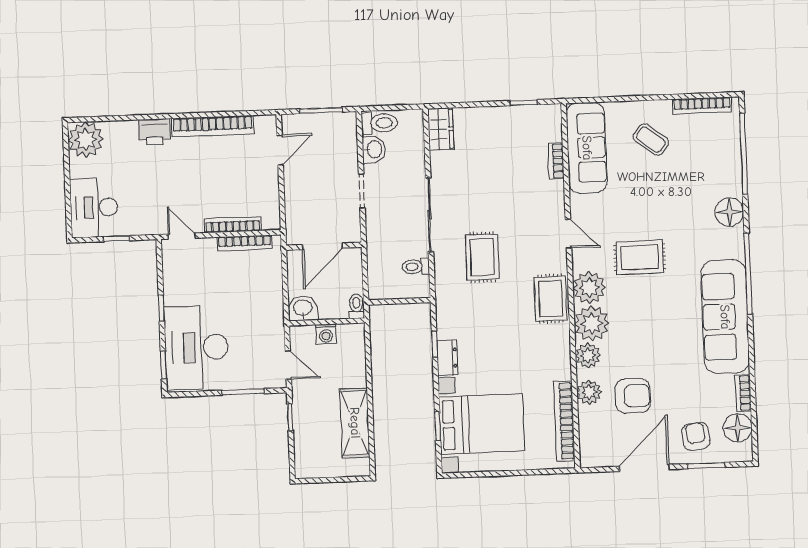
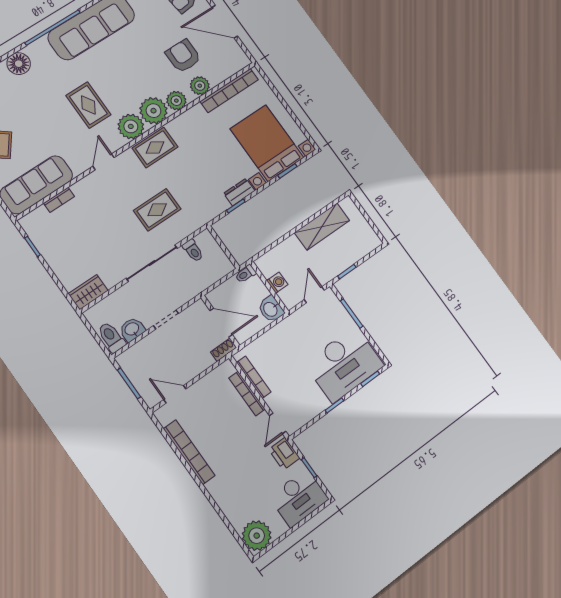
printer: (154, 132) -> (284, 454), moved, turned 180
shoe rack: (293, 230) -> (224, 350), added

